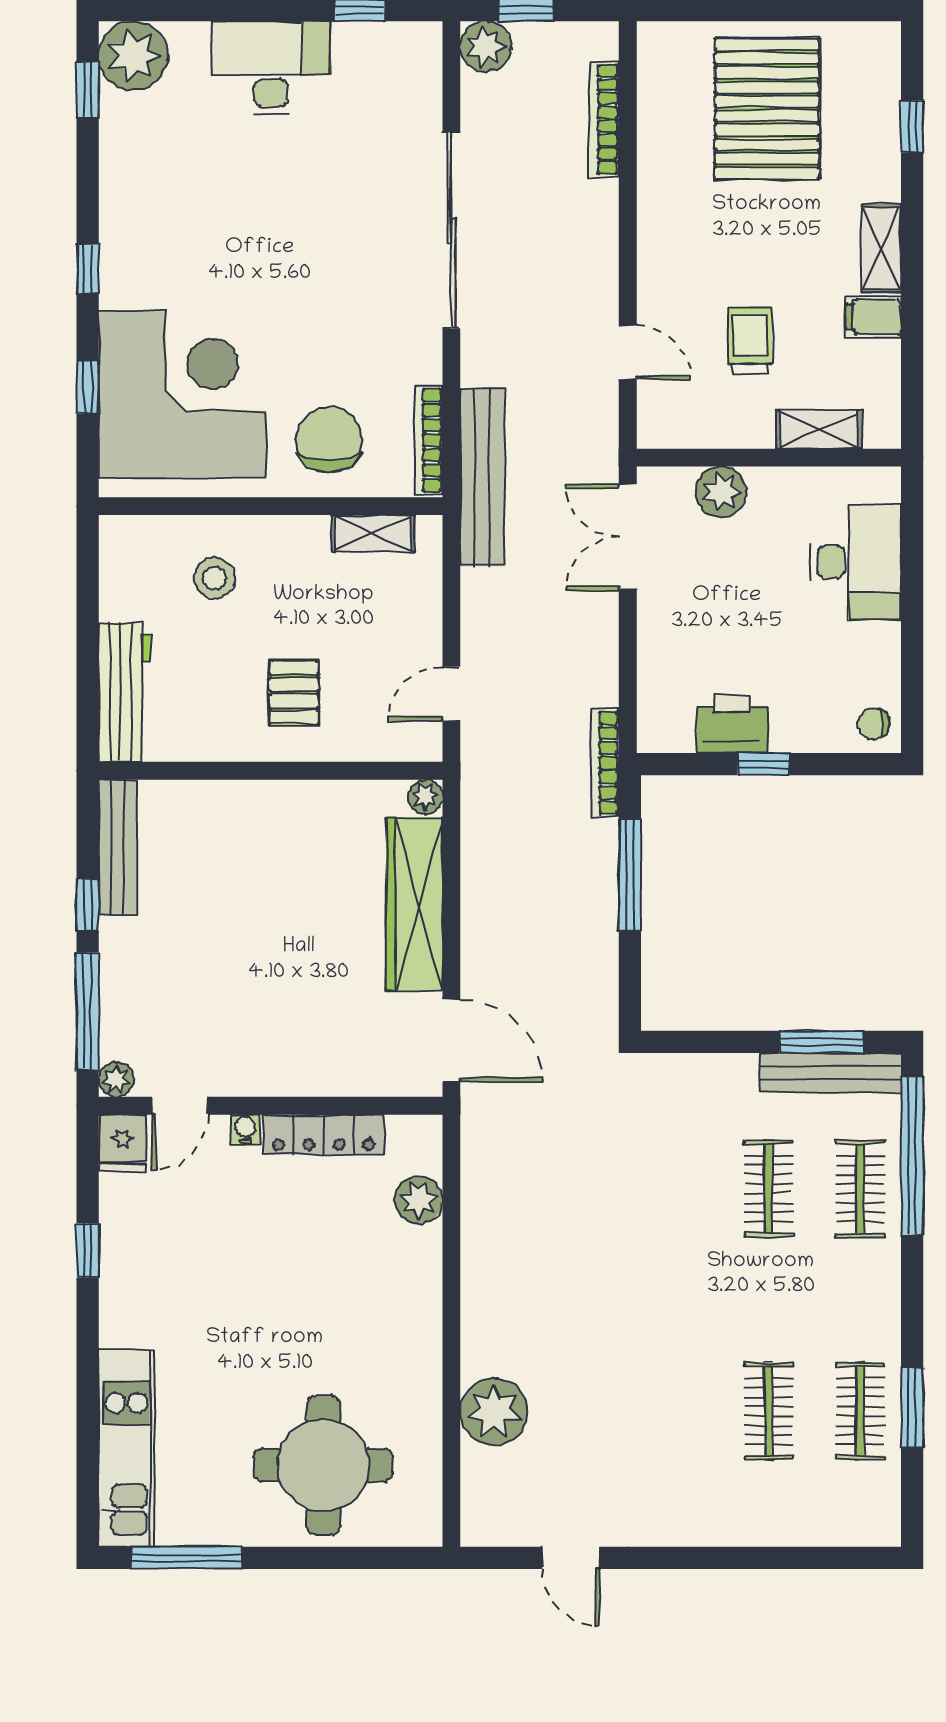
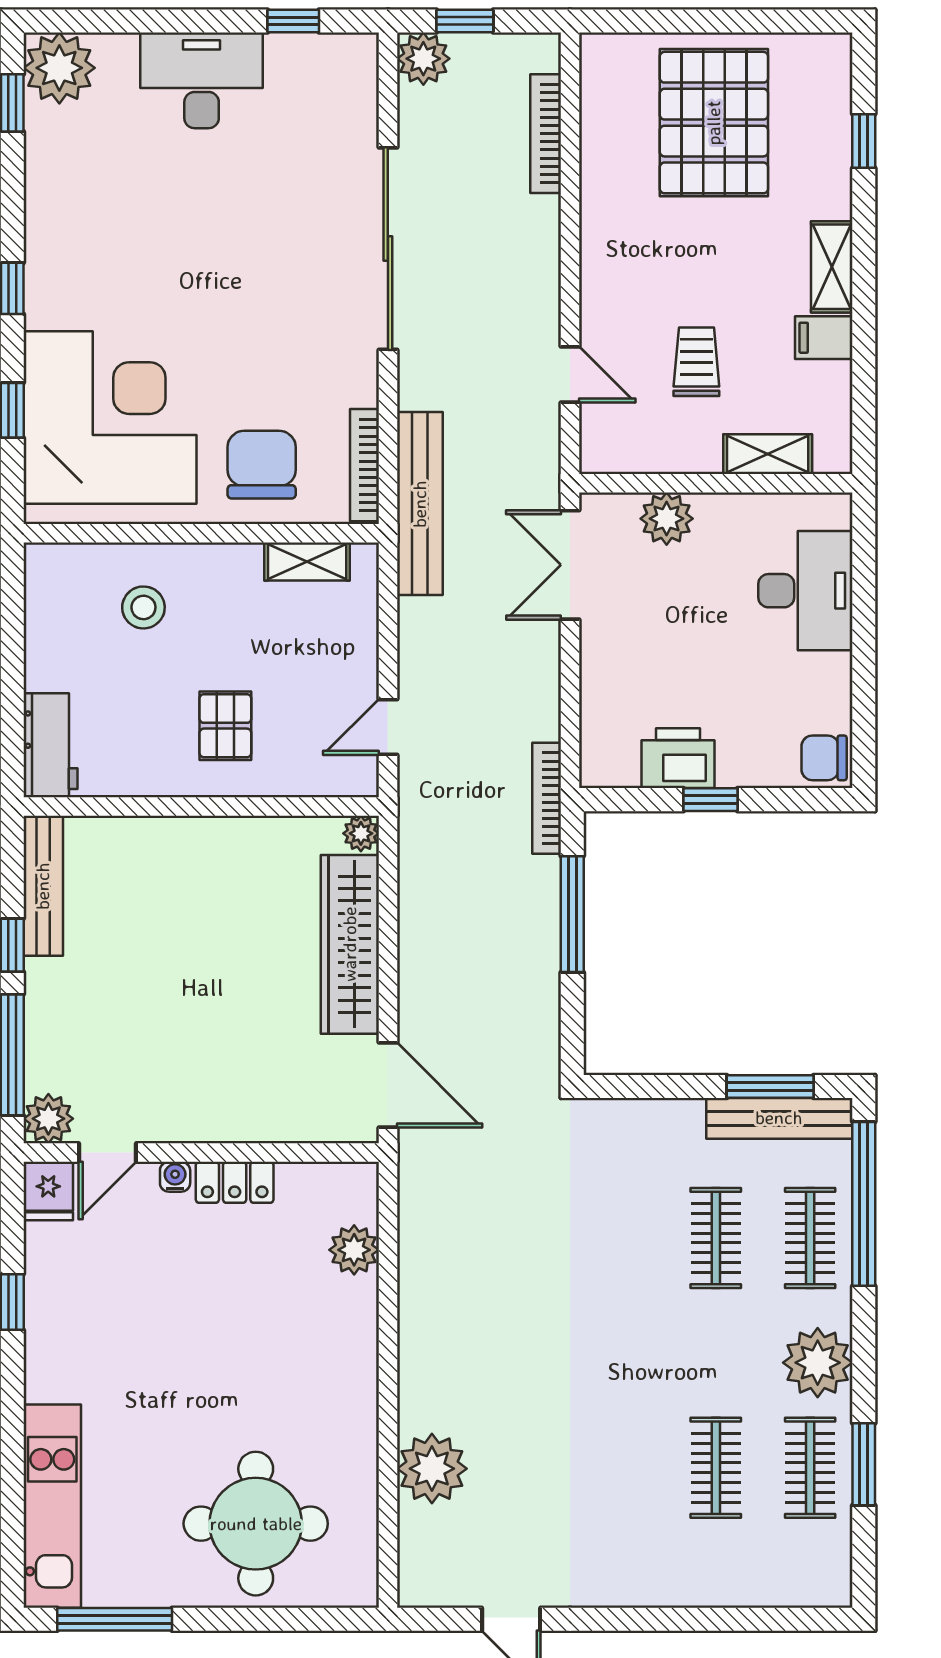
workbench: (125, 692) -> (51, 745), width x0.73
chair: (874, 724) -> (824, 758), width x1.37, depth x1.37
plant: (116, 1080) -> (48, 1119), width x1.38, depth x1.38
locker: (324, 1135) -> (235, 1182), width x0.66
plant: (867, 1309) -> (818, 1363), added

